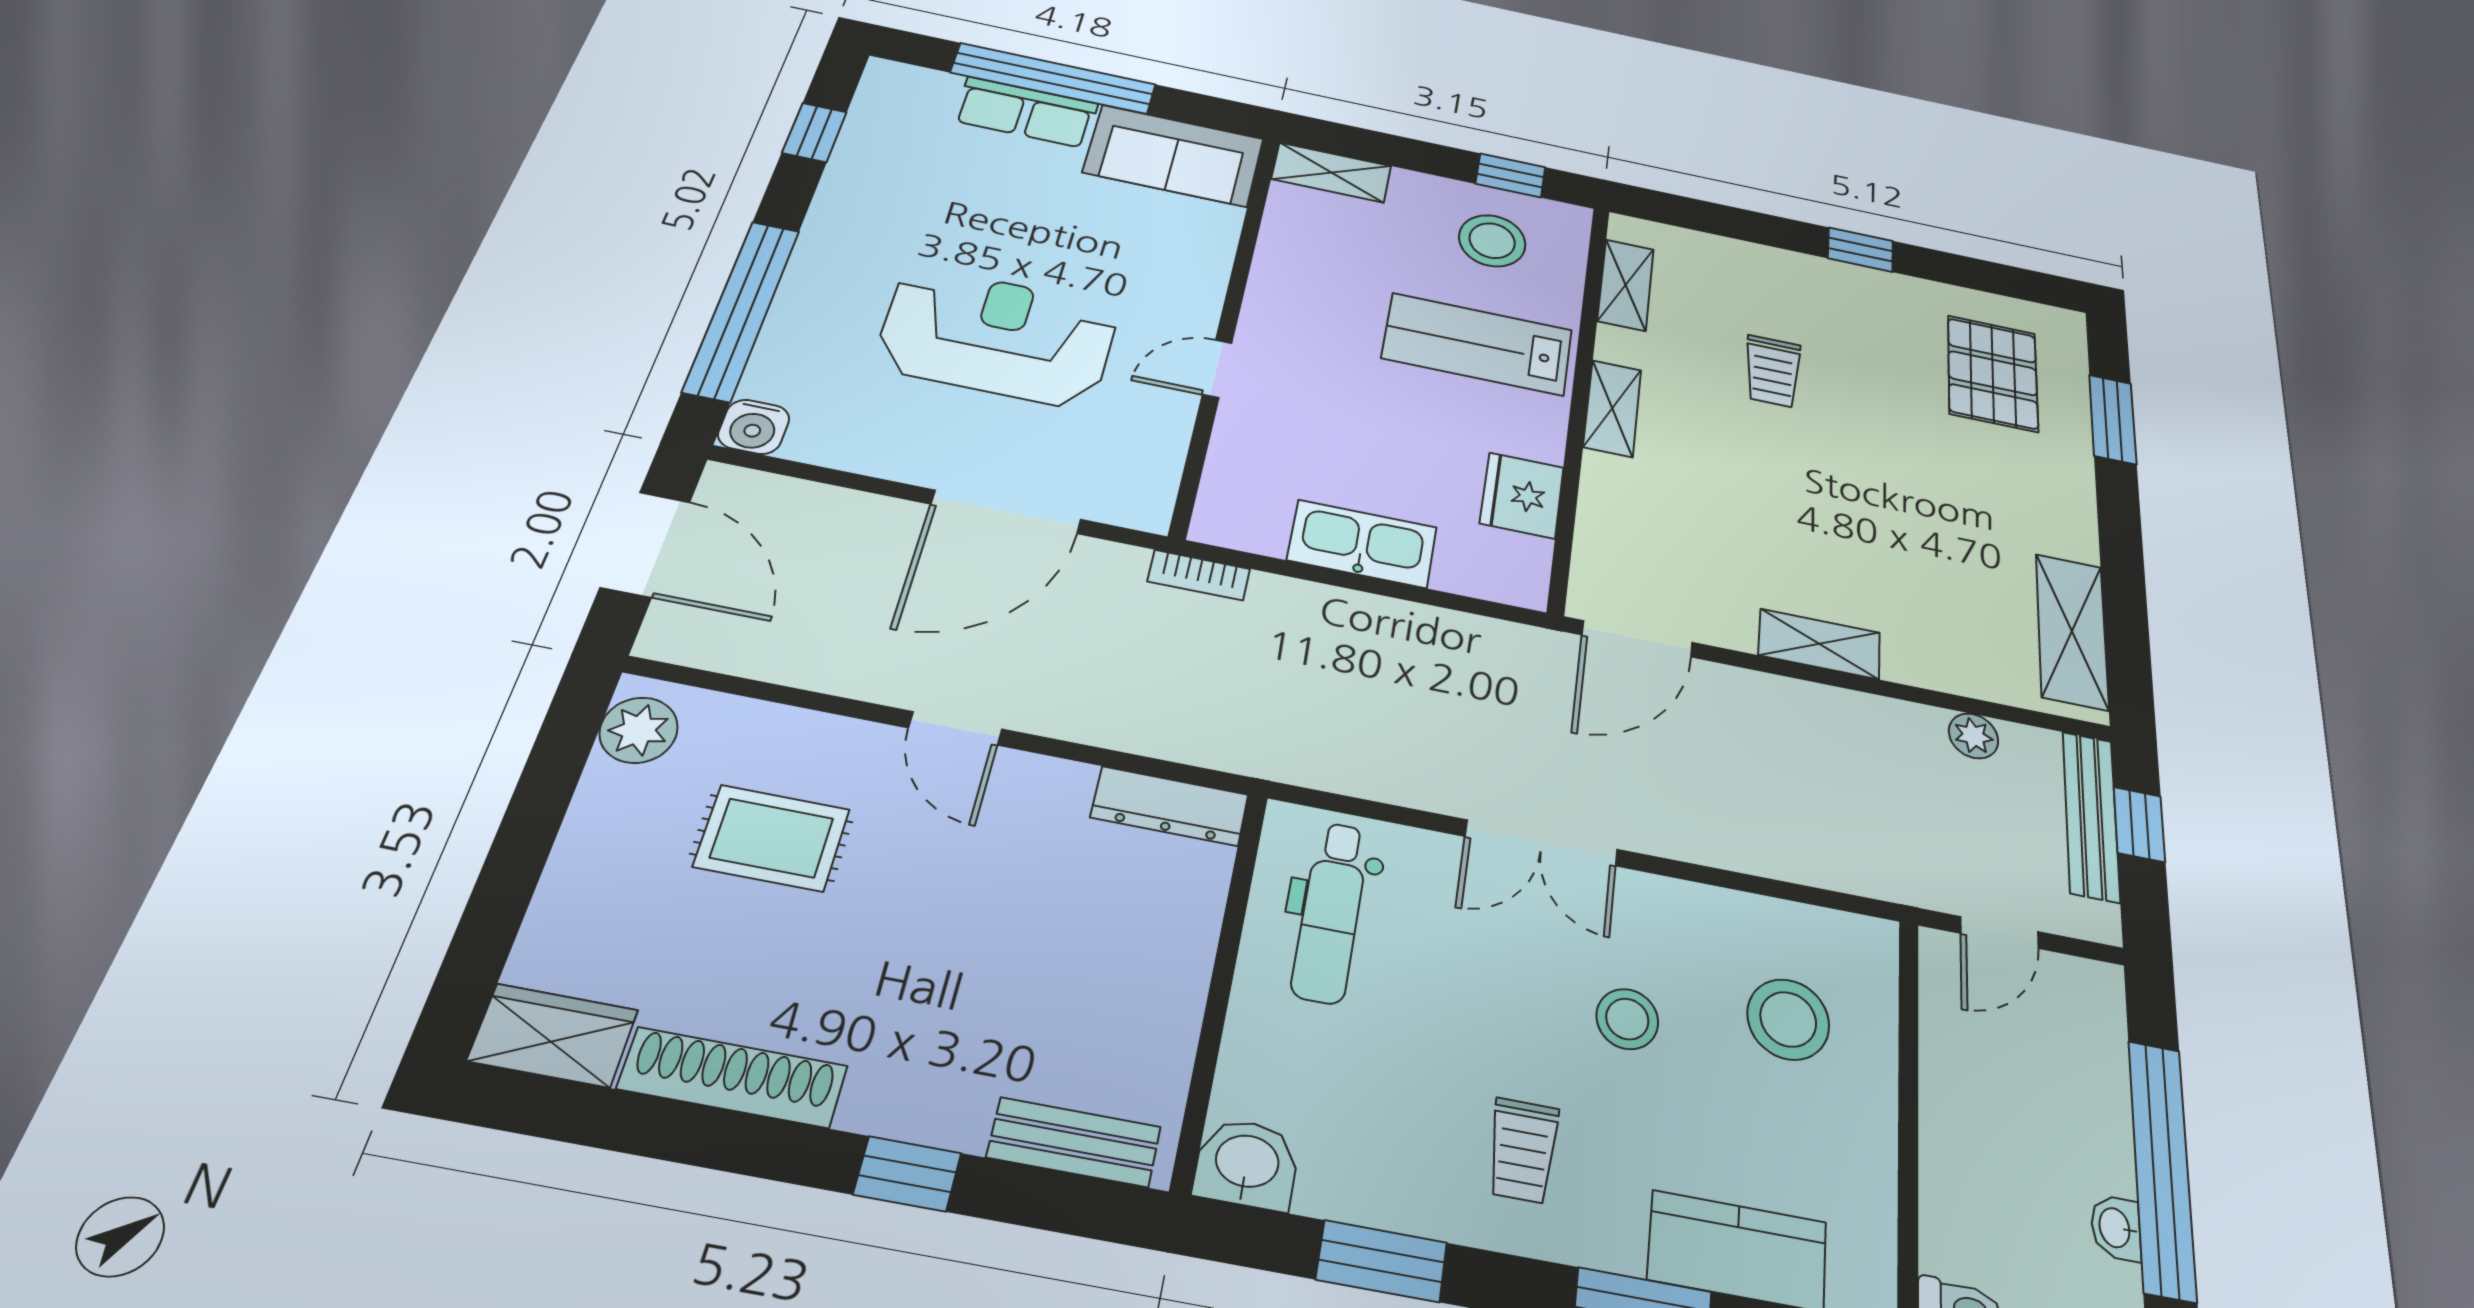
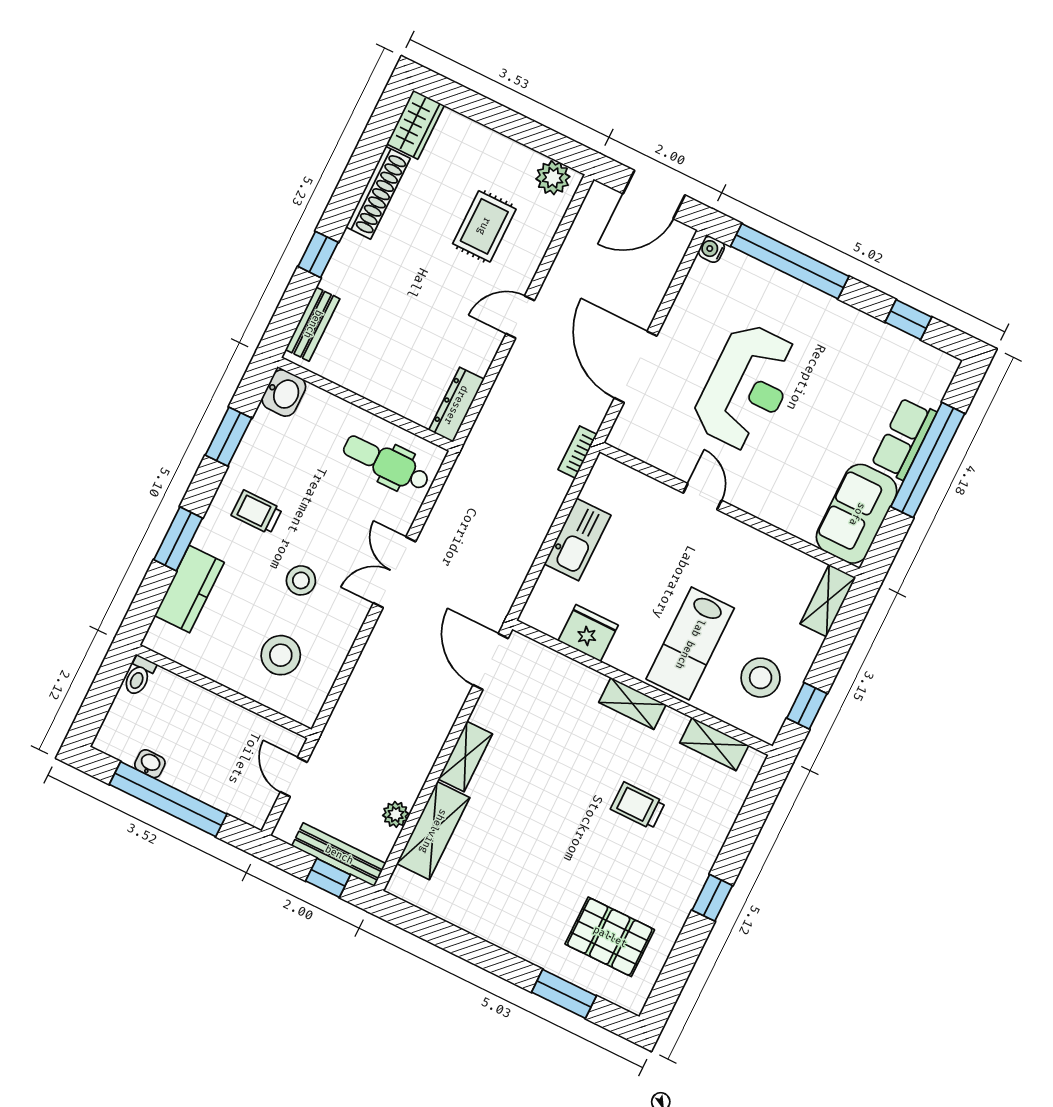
lab bench: (1477, 344) -> (690, 644), turned 180
water cooler: (754, 427) -> (711, 249), width x0.72, depth x0.72
shelving: (2072, 631) -> (433, 831), moved, turned 90

